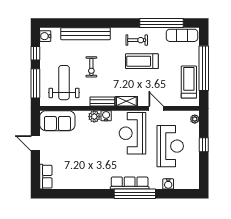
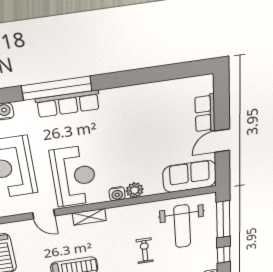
bench: (102, 101) -> (125, 211), removed
door: (35, 143) -> (222, 141), swing flipped
row of seats: (46, 177) -> (205, 113), moved

